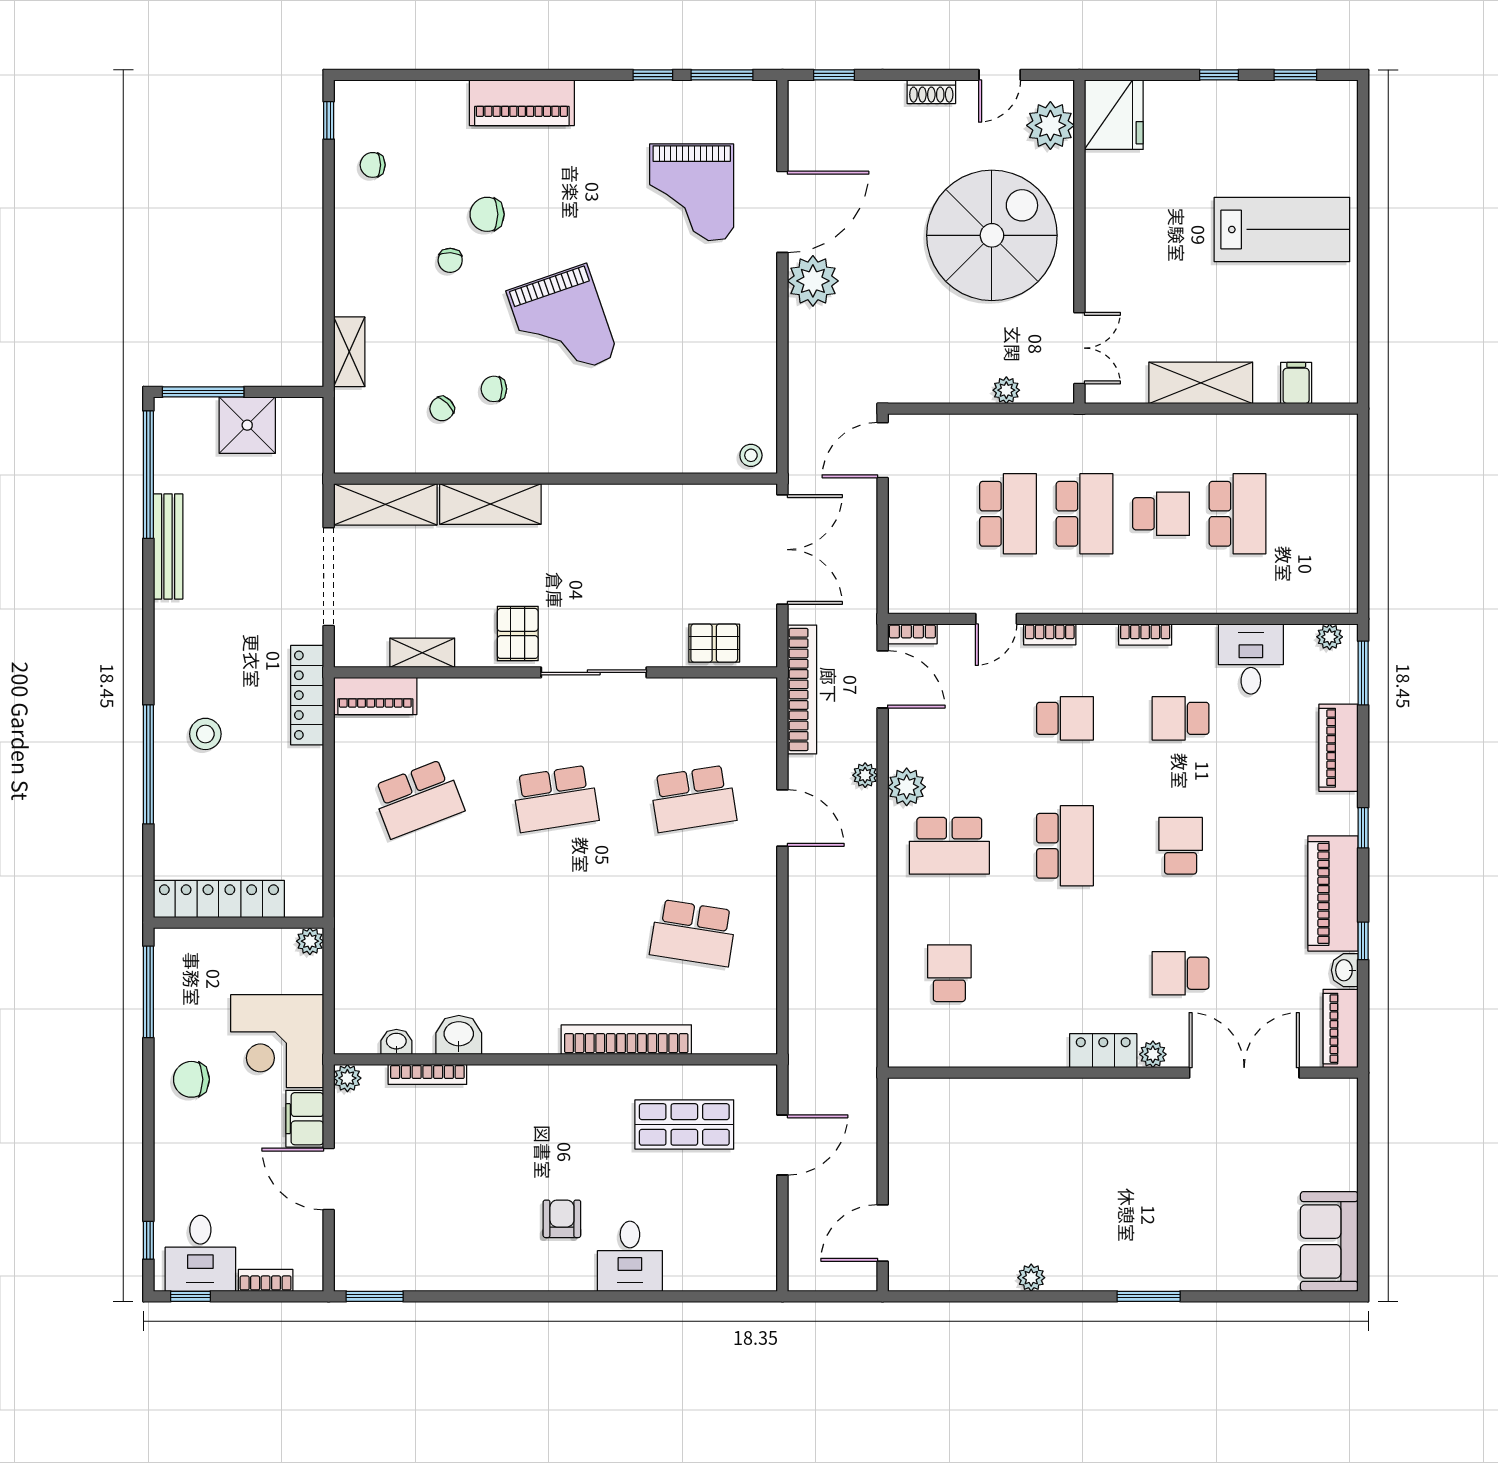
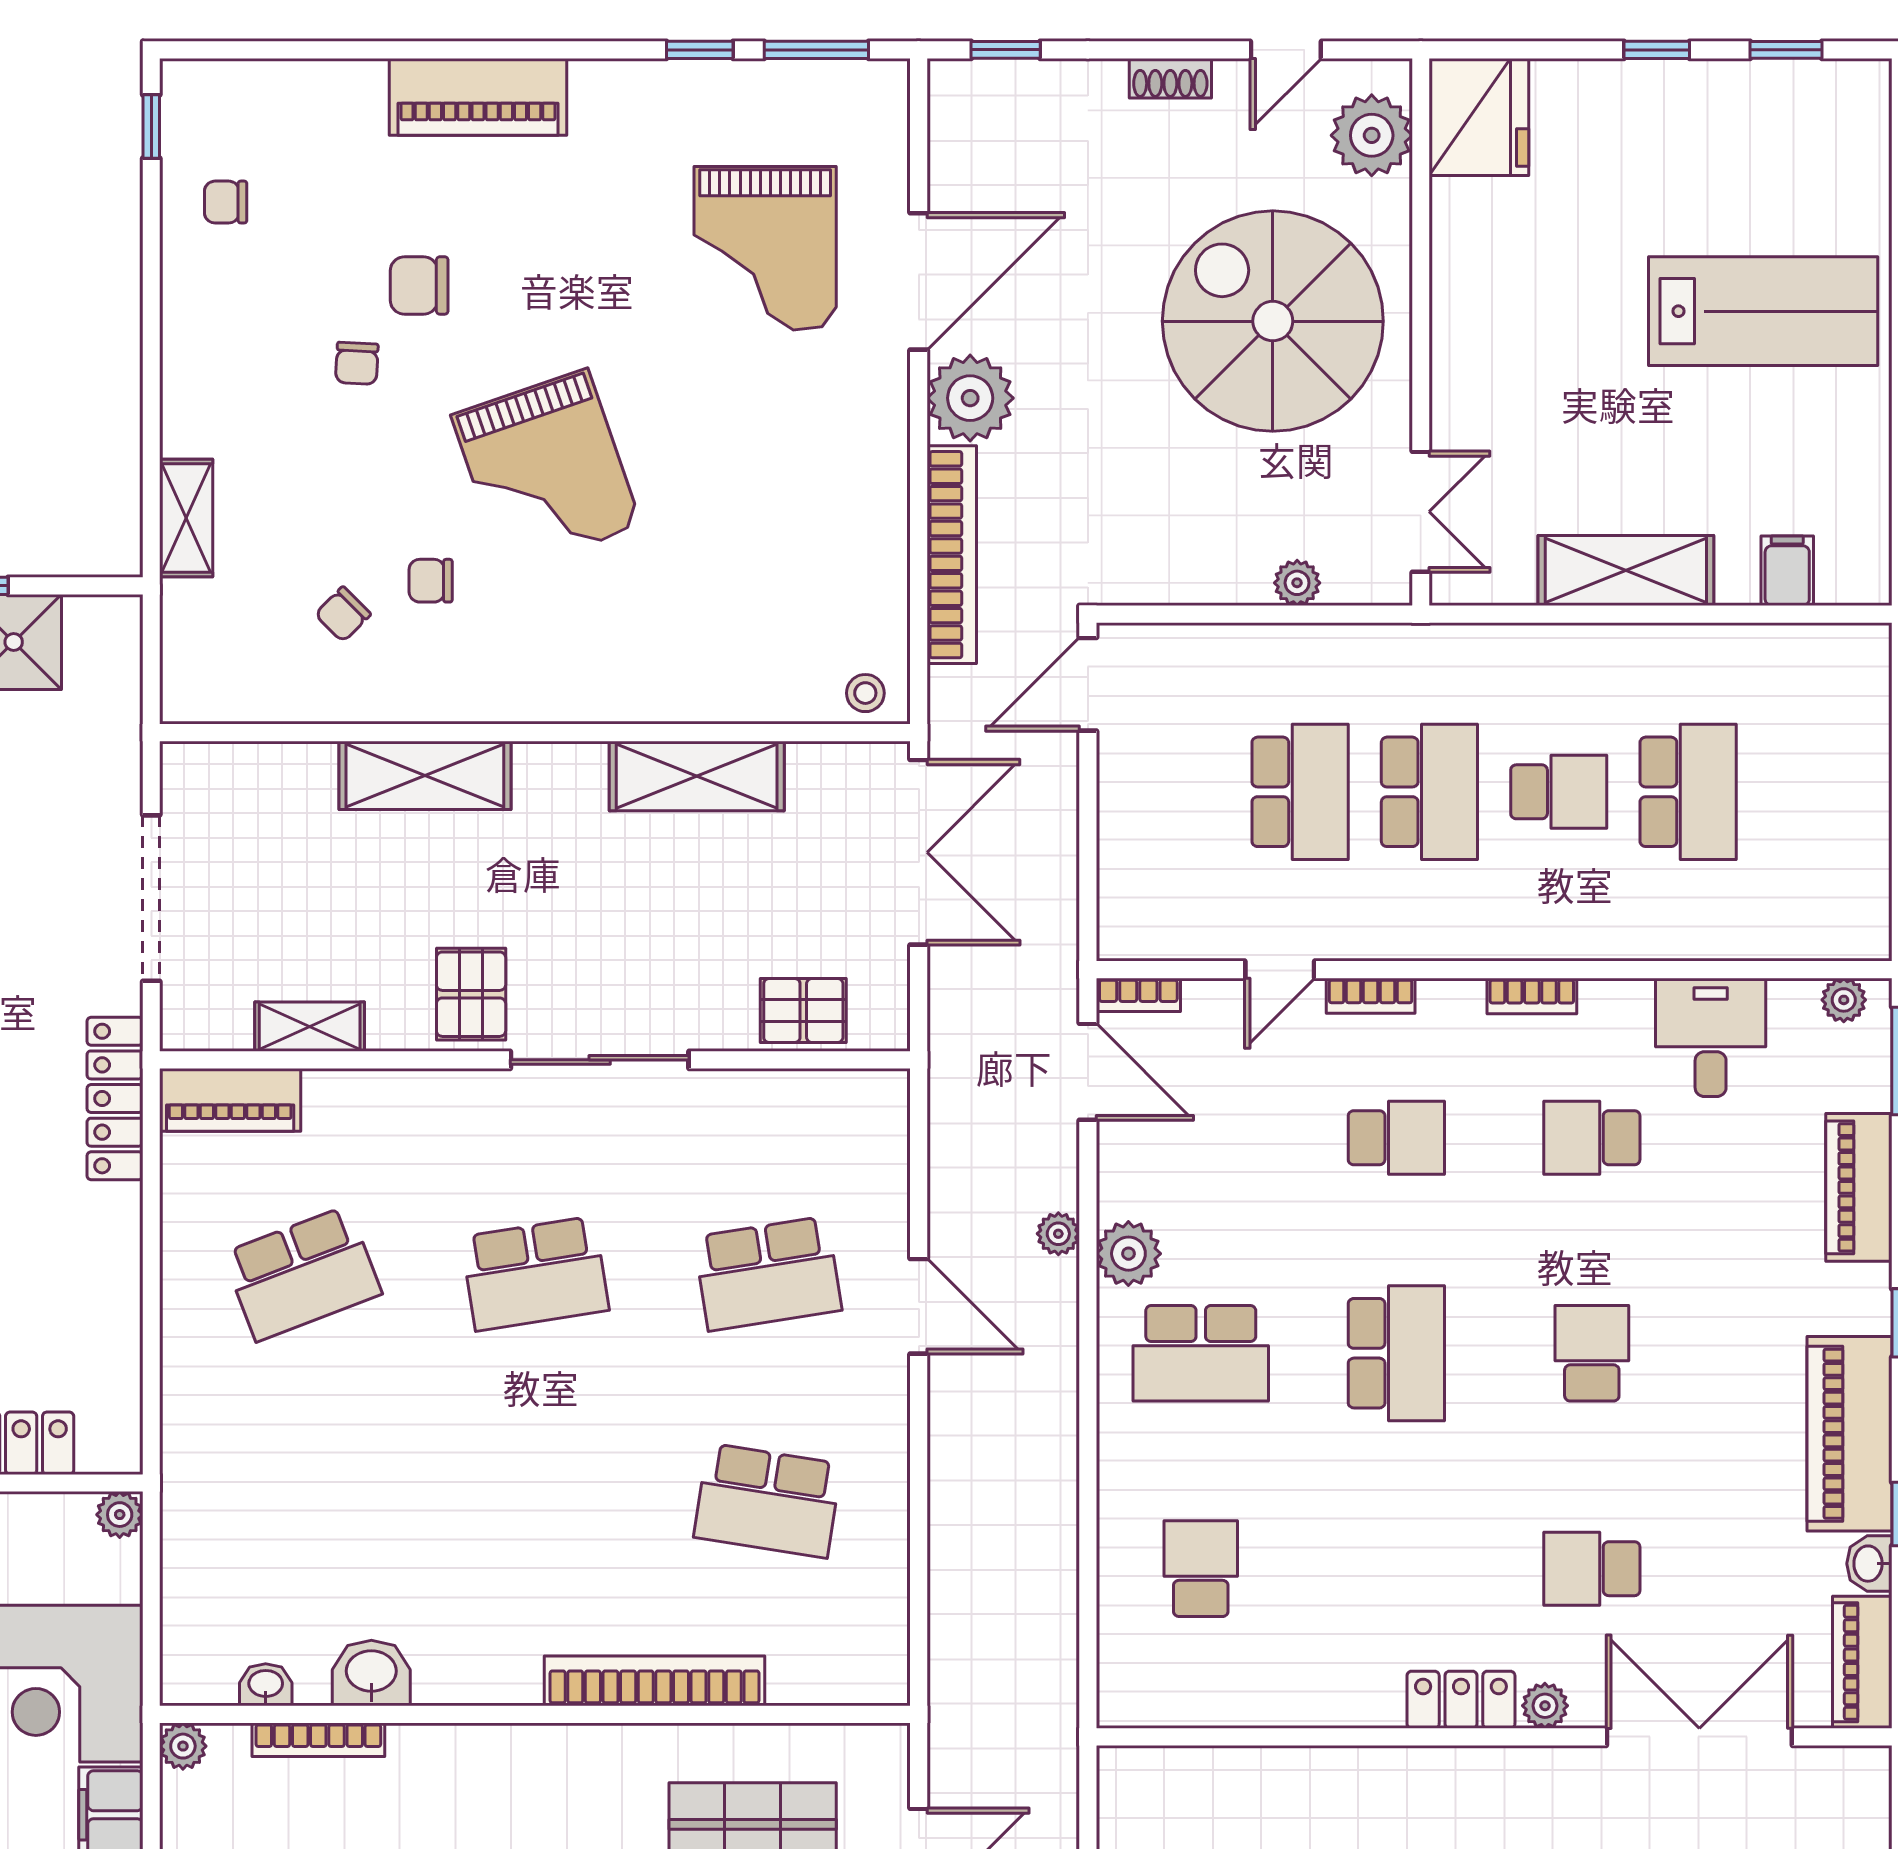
spiral stairs: (992, 235) -> (1273, 321), turned -90
shelving: (385, 504) -> (697, 776), moved
bookcase: (802, 690) -> (952, 555), moved

